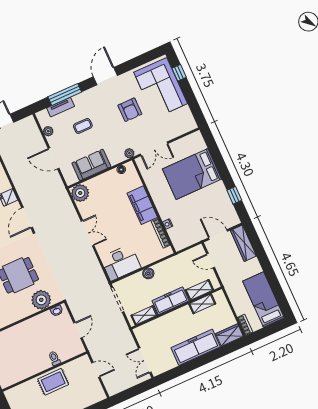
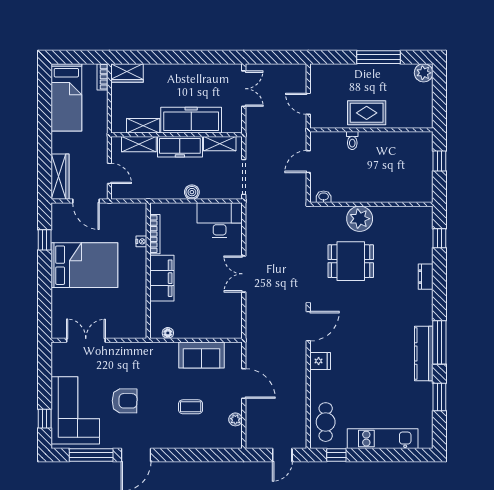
window: (65, 94) -> (91, 455), moved
tv unit: (61, 107) -> (207, 442), removed
armchair: (130, 110) -> (125, 401), turned 91
double door: (154, 149) -> (86, 340), moved
plant: (129, 153) -> (149, 348), removed
bed: (192, 174) -> (84, 265), moved
plant: (80, 193) -> (230, 327), removed
plant: (41, 300) -> (360, 219), moved
freezer: (196, 347) -> (191, 120), moved, turned 180

